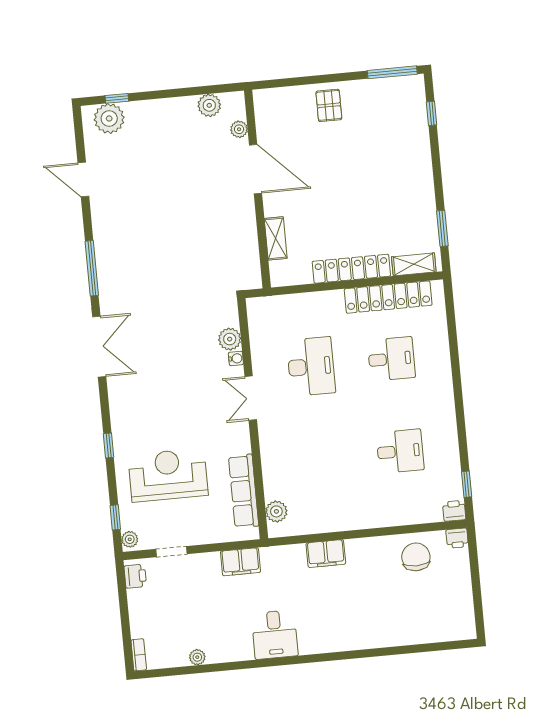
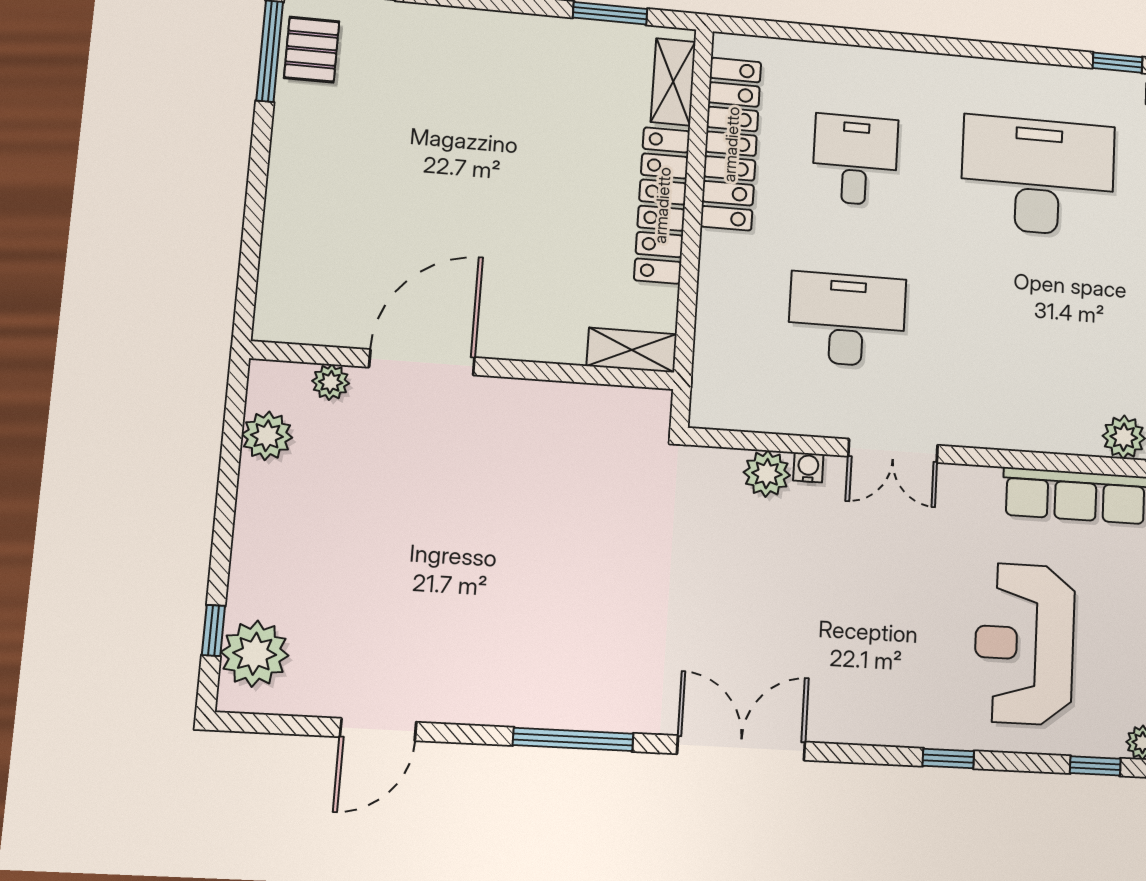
pallet: (329, 105) -> (312, 50), moved, turned 90
shelving: (276, 238) -> (632, 350), moved
desk: (400, 451) -> (1038, 176), width x1.87, depth x1.30

